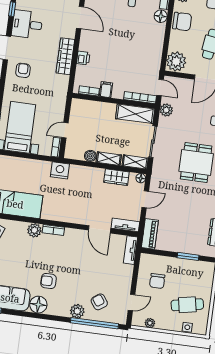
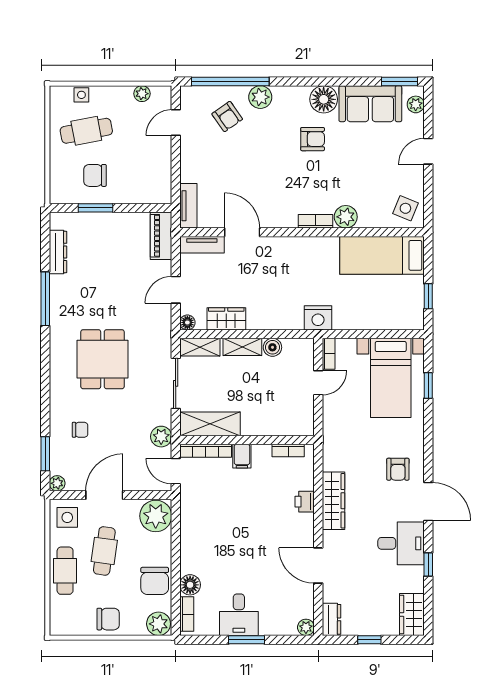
chair: (182, 21) -> (155, 581), turned -90
filing cabinet: (106, 90) -> (242, 456), moved
chair: (157, 281) -> (95, 175), moved, turned -90

